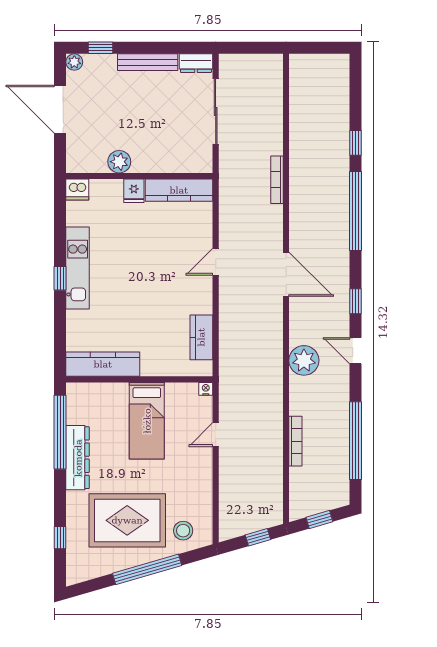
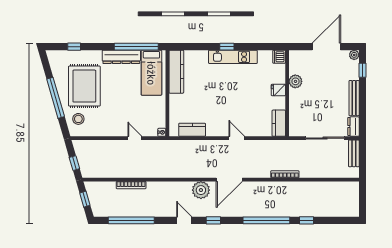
bench: (242, 63) -> (354, 153), added
kitchen counter: (179, 190) -> (279, 123), width x0.67
door: (355, 351) -> (184, 220), hinge flipped
plant: (304, 360) -> (201, 190), moved
bed: (147, 421) -> (151, 73), moved, turned -90

